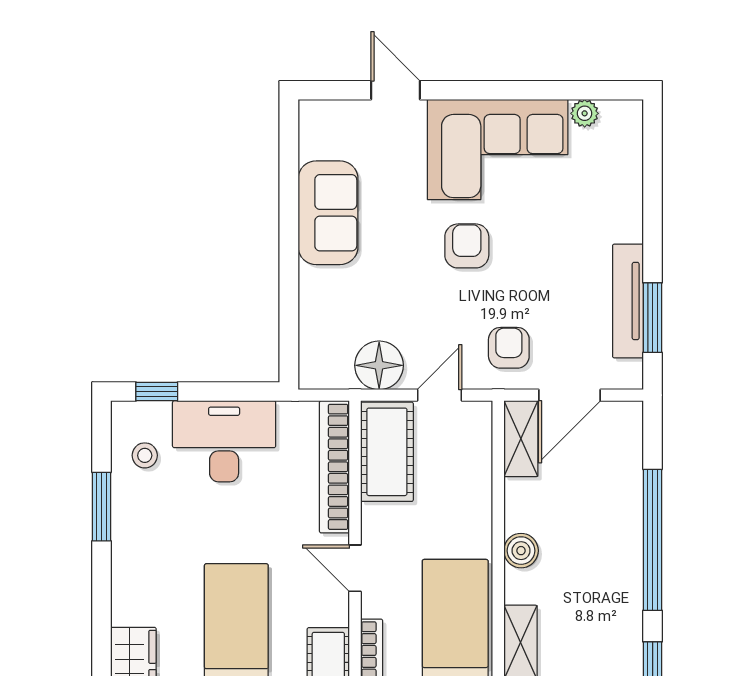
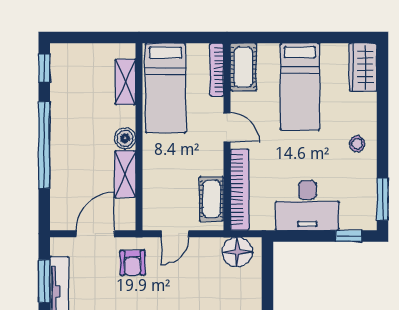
floor lamp: (379, 365) -> (237, 252), moved
shelving: (521, 439) -> (125, 174), moved
cot: (387, 452) -> (211, 199), width x0.73, depth x0.75
stool: (145, 455) -> (357, 144), moved
window: (102, 507) -> (383, 199), moved

